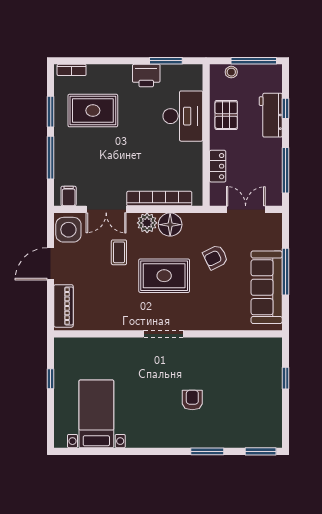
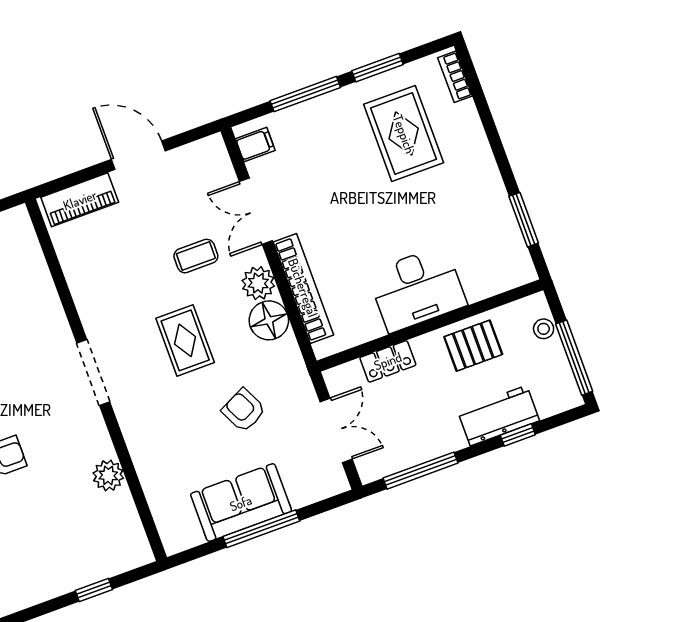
printer: (146, 76) -> (489, 197), removed
desk: (183, 116) -> (417, 289), moved
side table: (68, 230) -> (202, 164), removed
rug: (164, 276) -> (185, 340), width x0.73, depth x0.70
sofa: (267, 287) -> (241, 503), width x0.73
plant: (224, 347) -> (108, 475), added

